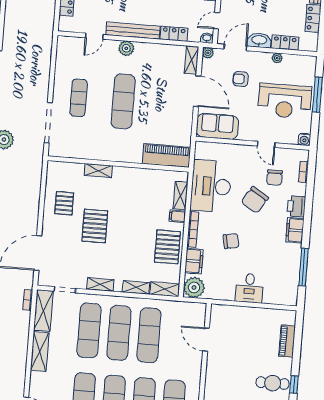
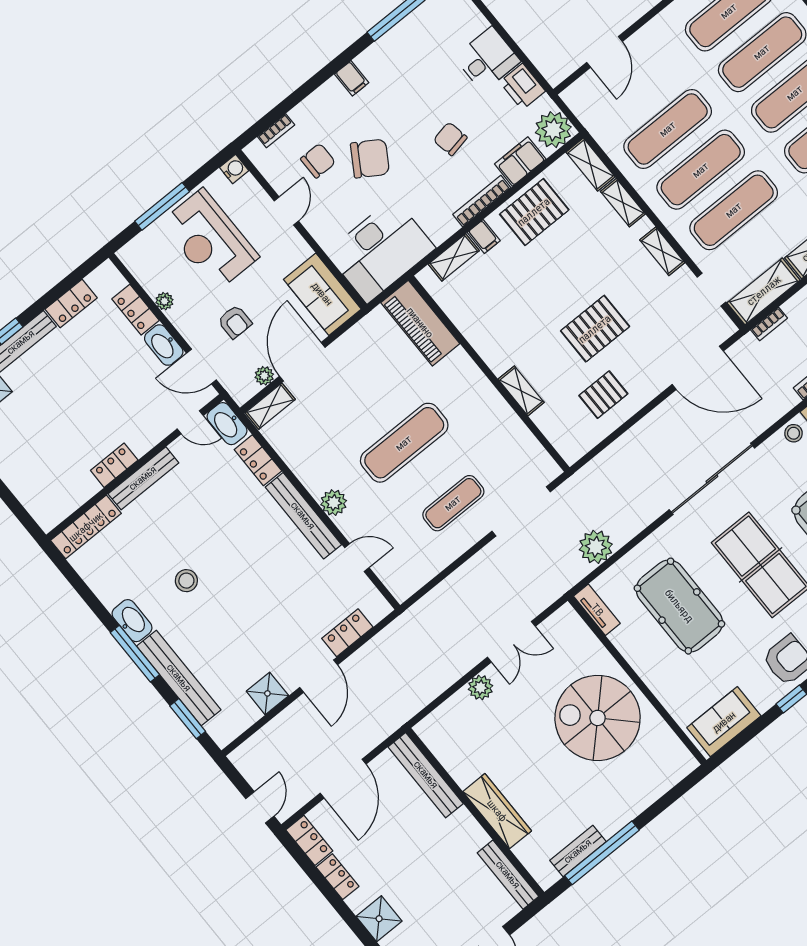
washbasin: (207, 38) -> (227, 424), width x1.91, depth x1.45
plant: (208, 53) -> (264, 376), moved
reception desk: (285, 101) -> (210, 240), turned 180
desk: (211, 186) -> (381, 250), moved
printer: (296, 206) -> (522, 87), moved, turned 90
filing cabinet: (295, 230) -> (352, 78), width x0.50

